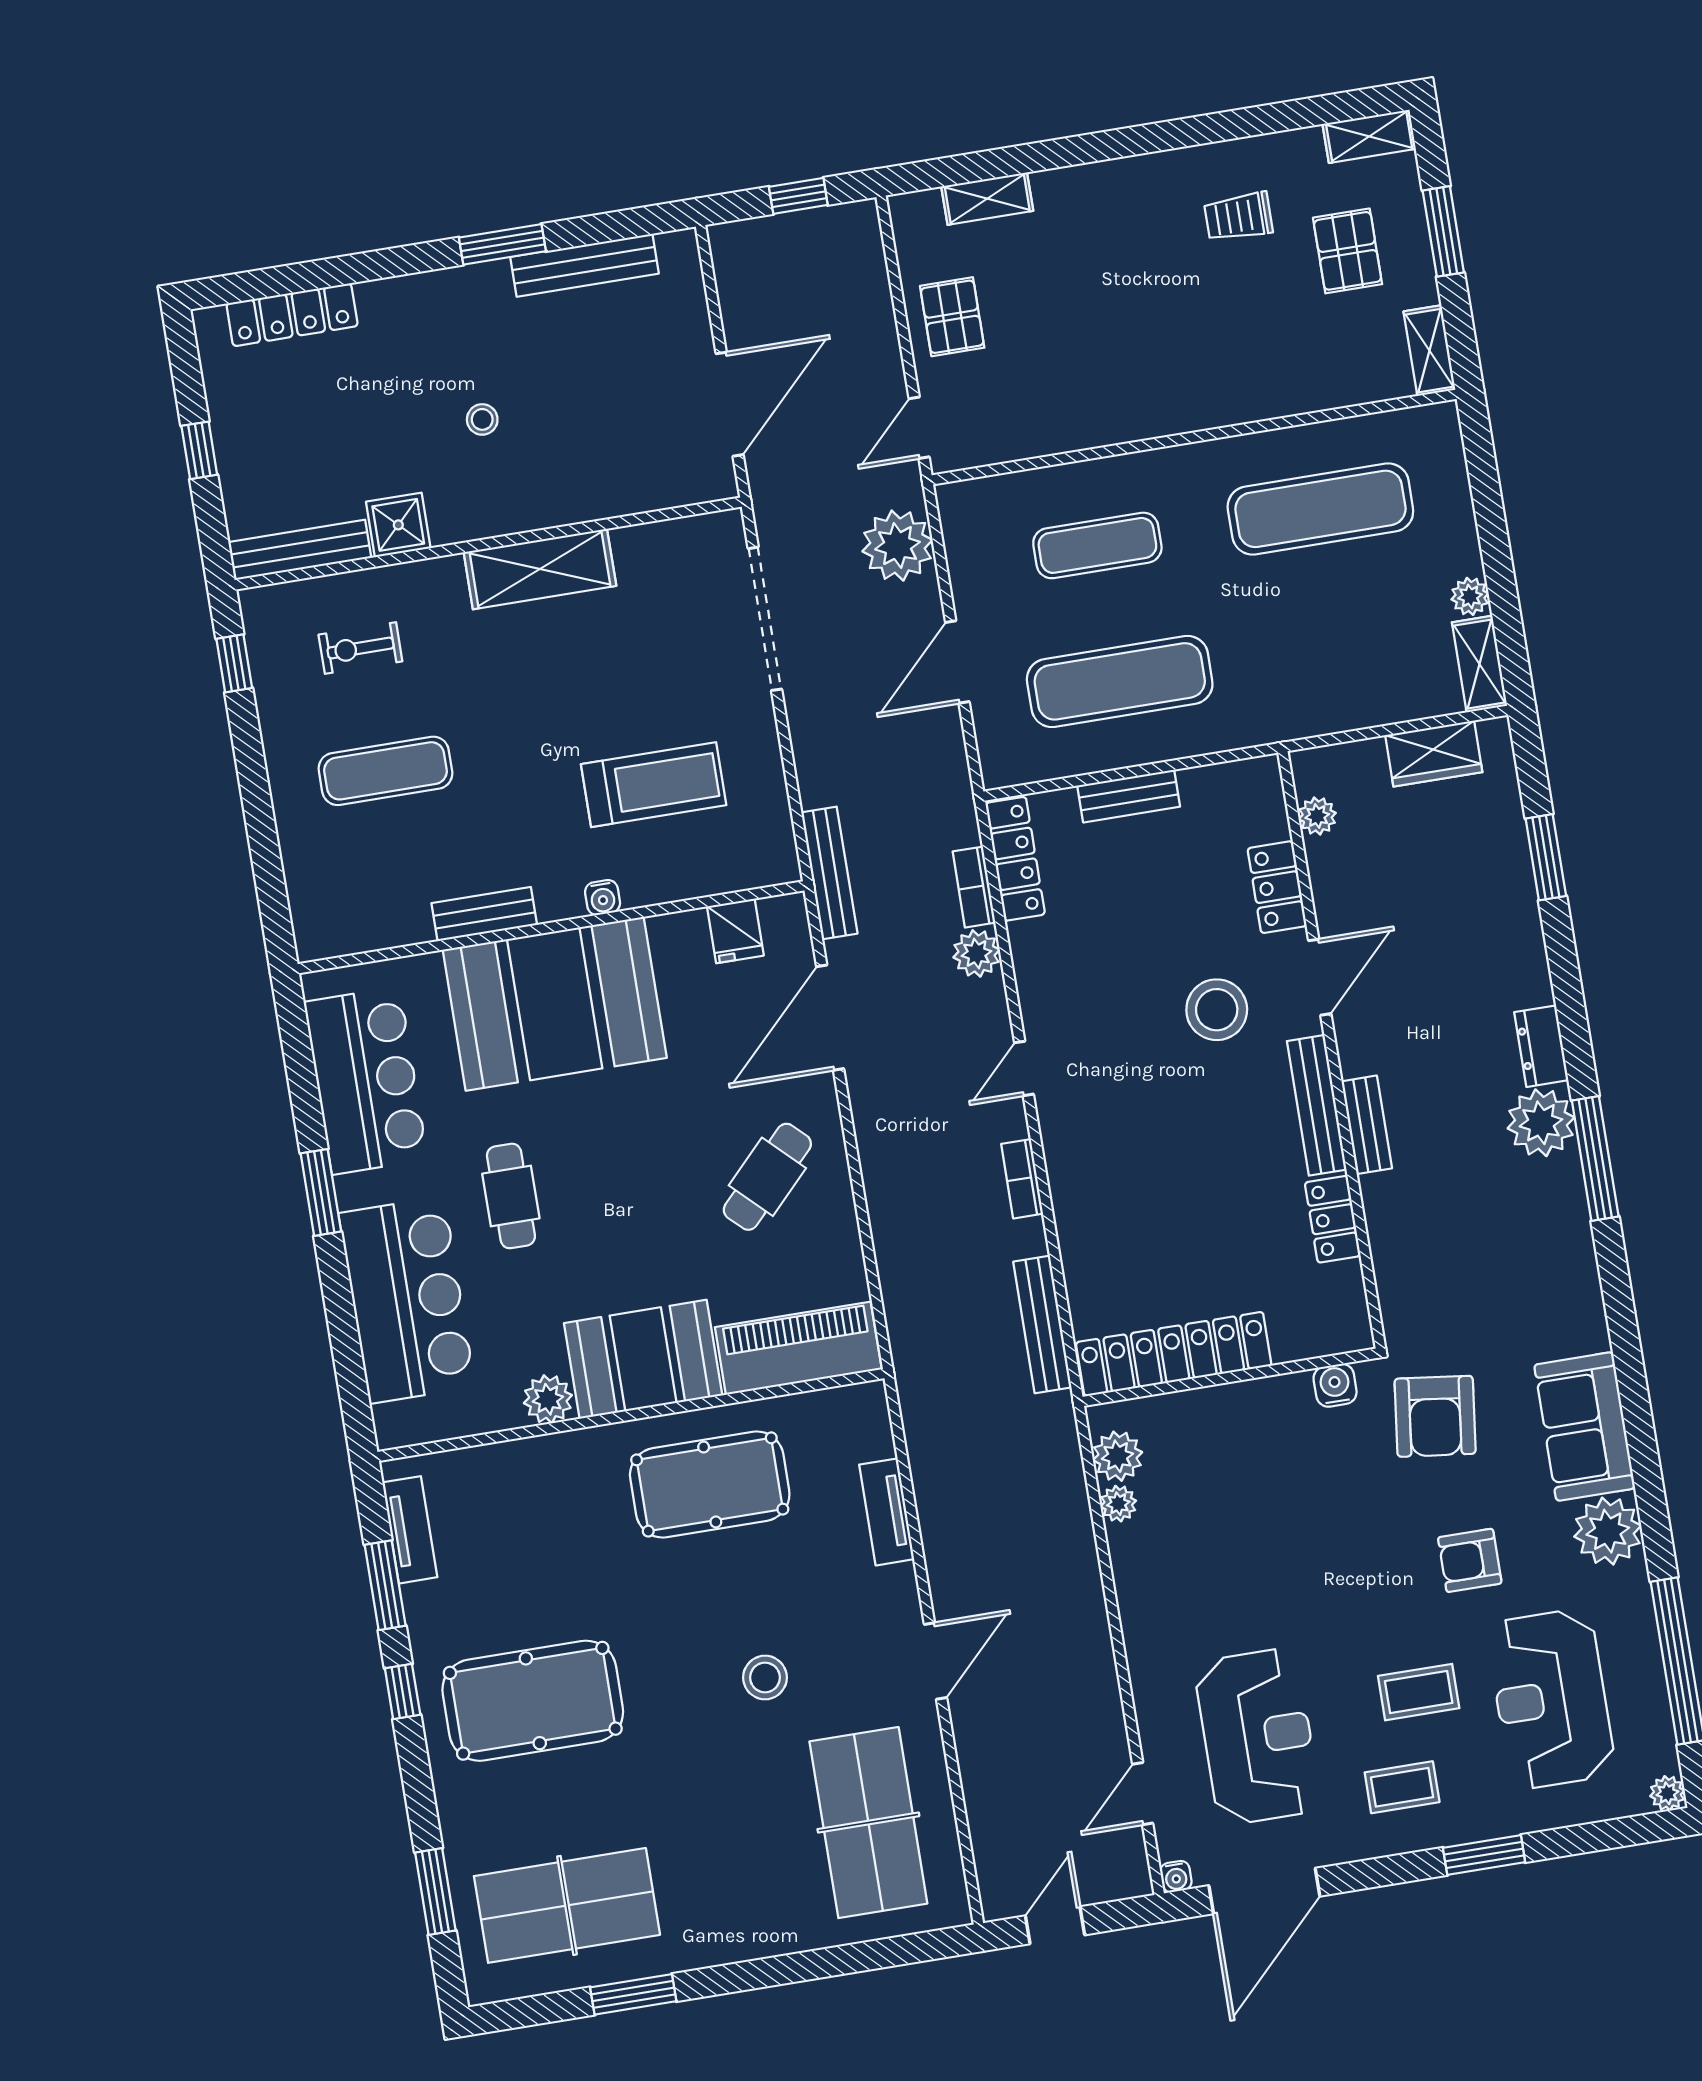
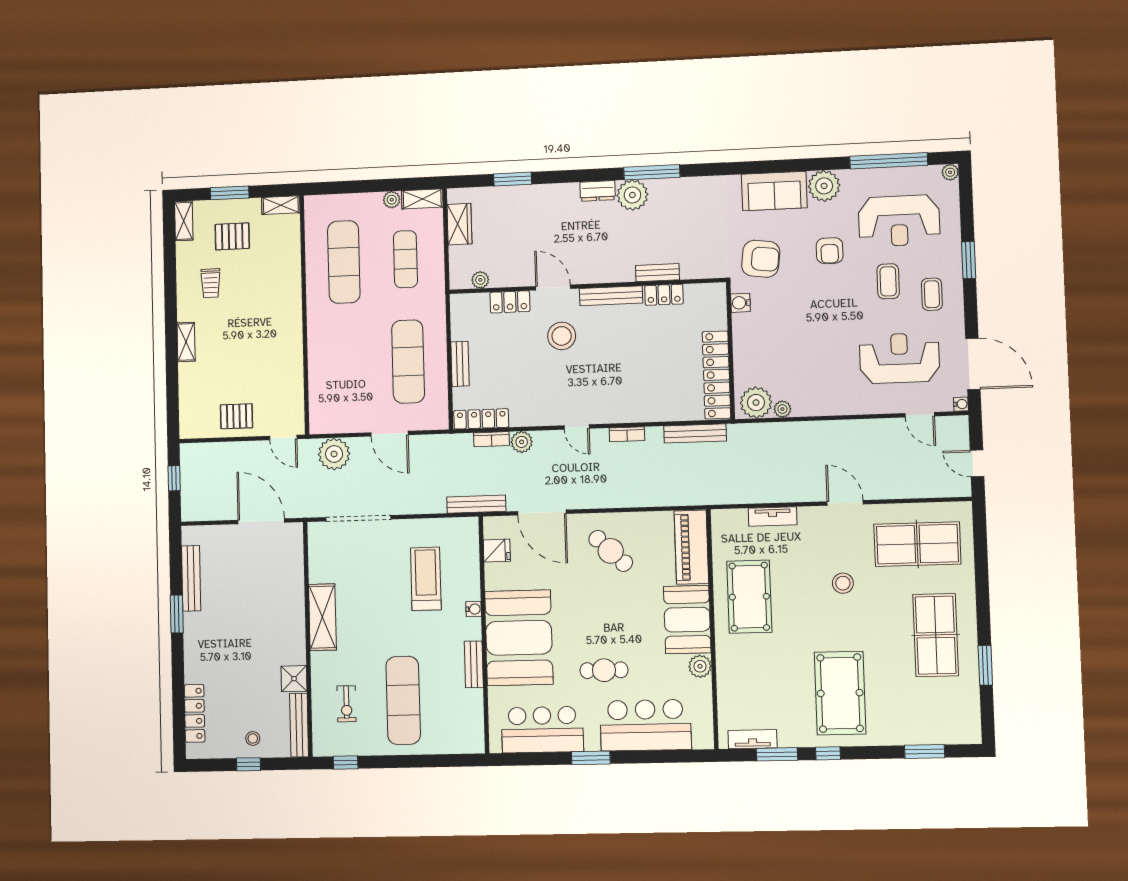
shelving: (987, 199) -> (186, 342), moved
stool: (482, 419) -> (253, 738), moved
exercise mat: (1097, 545) -> (405, 259), moved
exercise mat: (385, 771) -> (403, 700), width x1.36, depth x1.45
bench: (1367, 1125) -> (657, 273), moved
plant: (1118, 1456) -> (756, 403), width x1.36, depth x1.36
table tennis table: (567, 1905) -> (936, 635), moved

